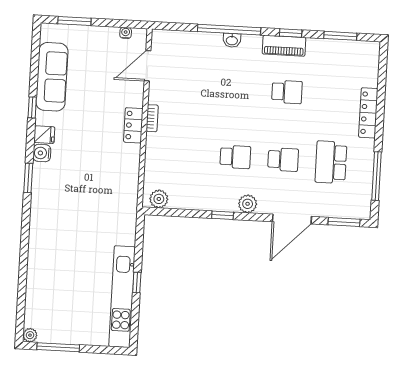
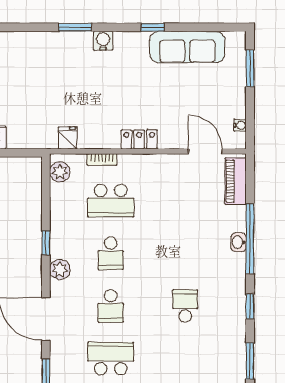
piano: (284, 46) -> (236, 181), moved
school desk: (287, 92) -> (185, 306), turned 180
bookcase: (152, 118) -> (102, 160), moved
fridge: (44, 135) -> (68, 138), moved, turned 180
school desk: (187, 154) -> (111, 201), added

